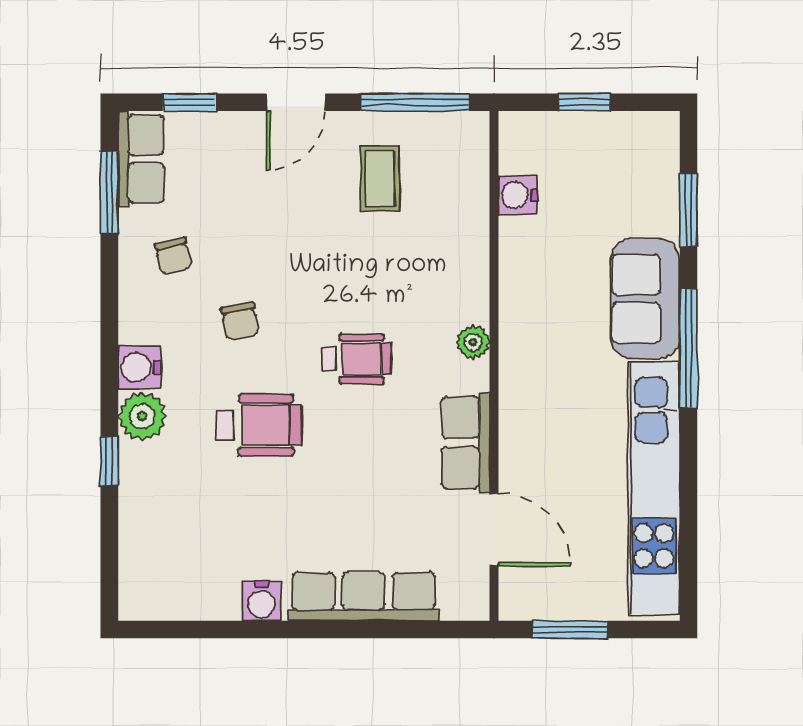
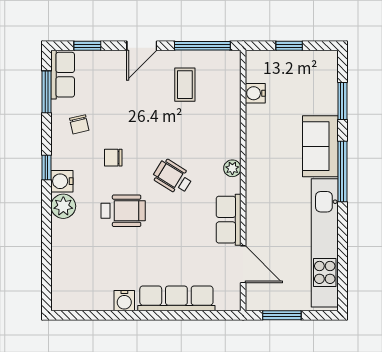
chair: (240, 321) -> (113, 158), turned 100
wheelchair: (356, 359) -> (173, 177), turned -148
window: (109, 461) -> (47, 168), moved

